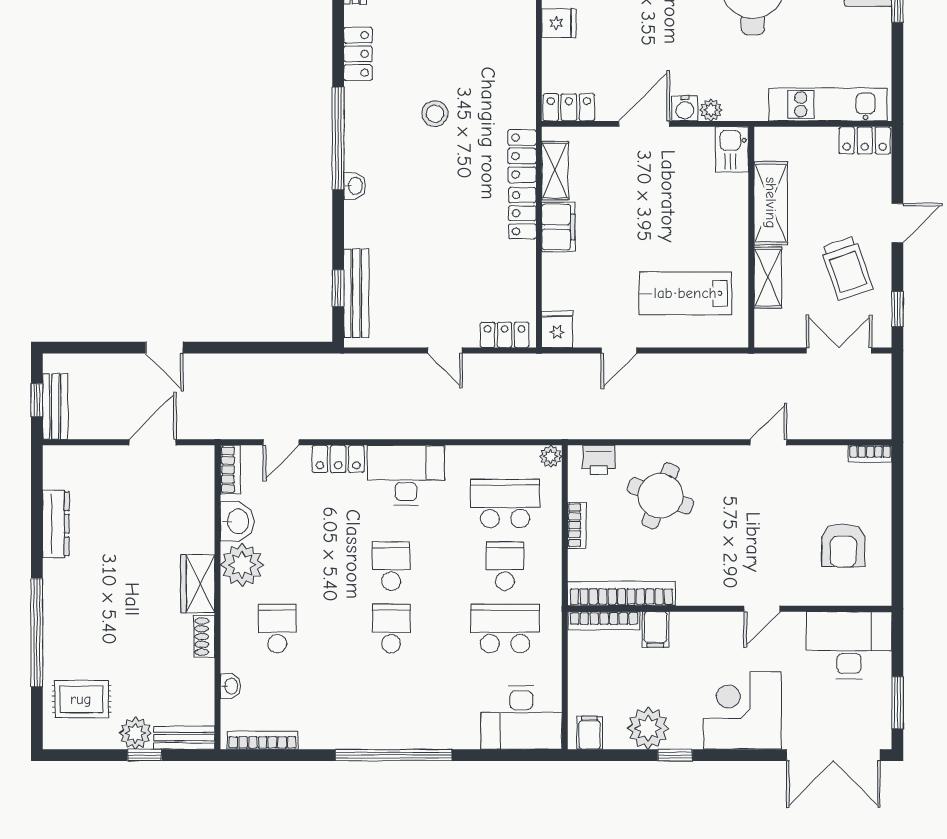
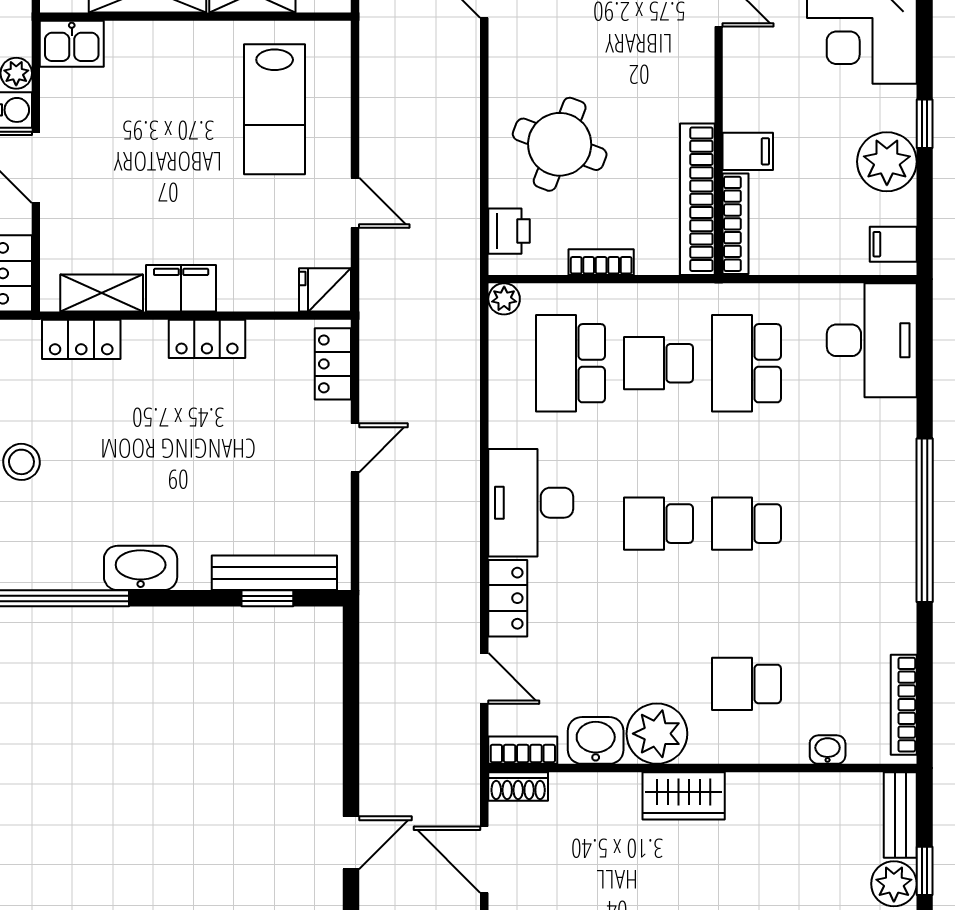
washbasin: (355, 186) -> (141, 568), width x1.91, depth x1.45
locker: (522, 213) -> (207, 339), moved
shoe rack: (204, 637) -> (518, 787), moved

